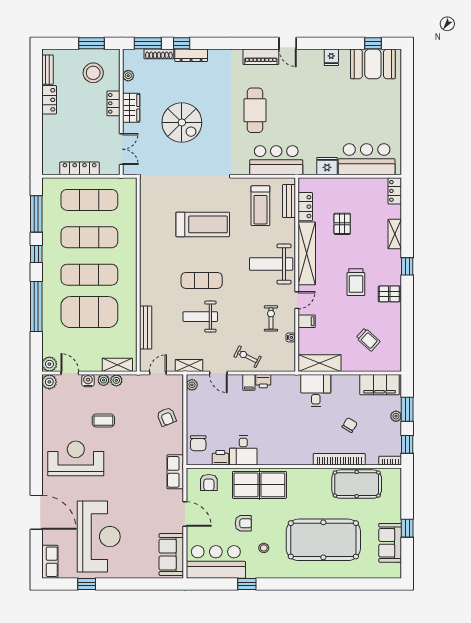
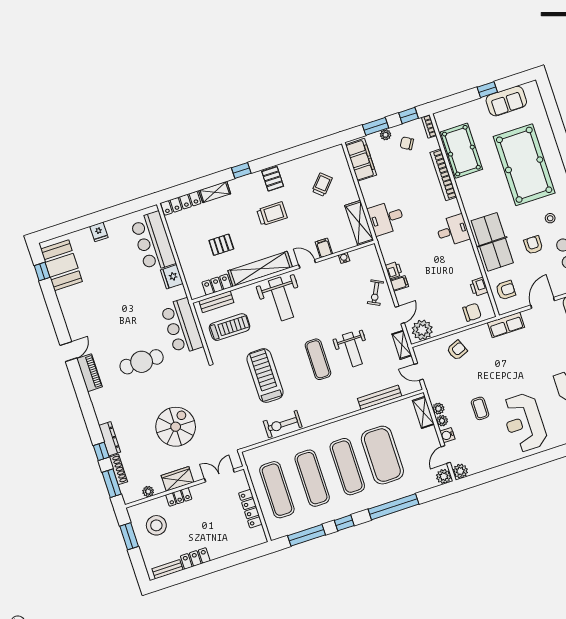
fridge: (331, 57) -> (99, 232), moved, turned 90
locker: (395, 191) -> (181, 203), width x1.53
exercise bike: (271, 318) -> (283, 424), moved, width x1.38, depth x1.39
plant: (192, 385) -> (422, 330), width x1.88, depth x1.88
chair: (350, 425) -> (407, 143), moved
desk: (243, 450) -> (453, 231), moved

